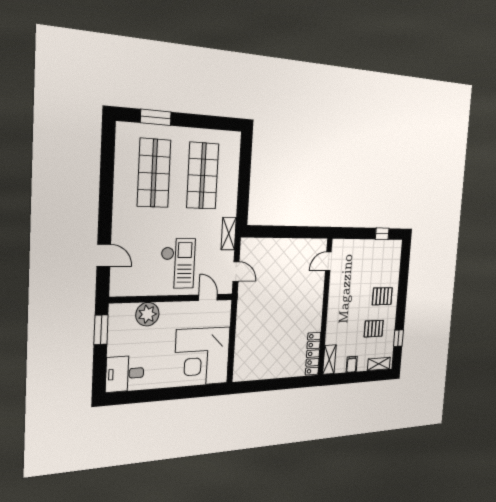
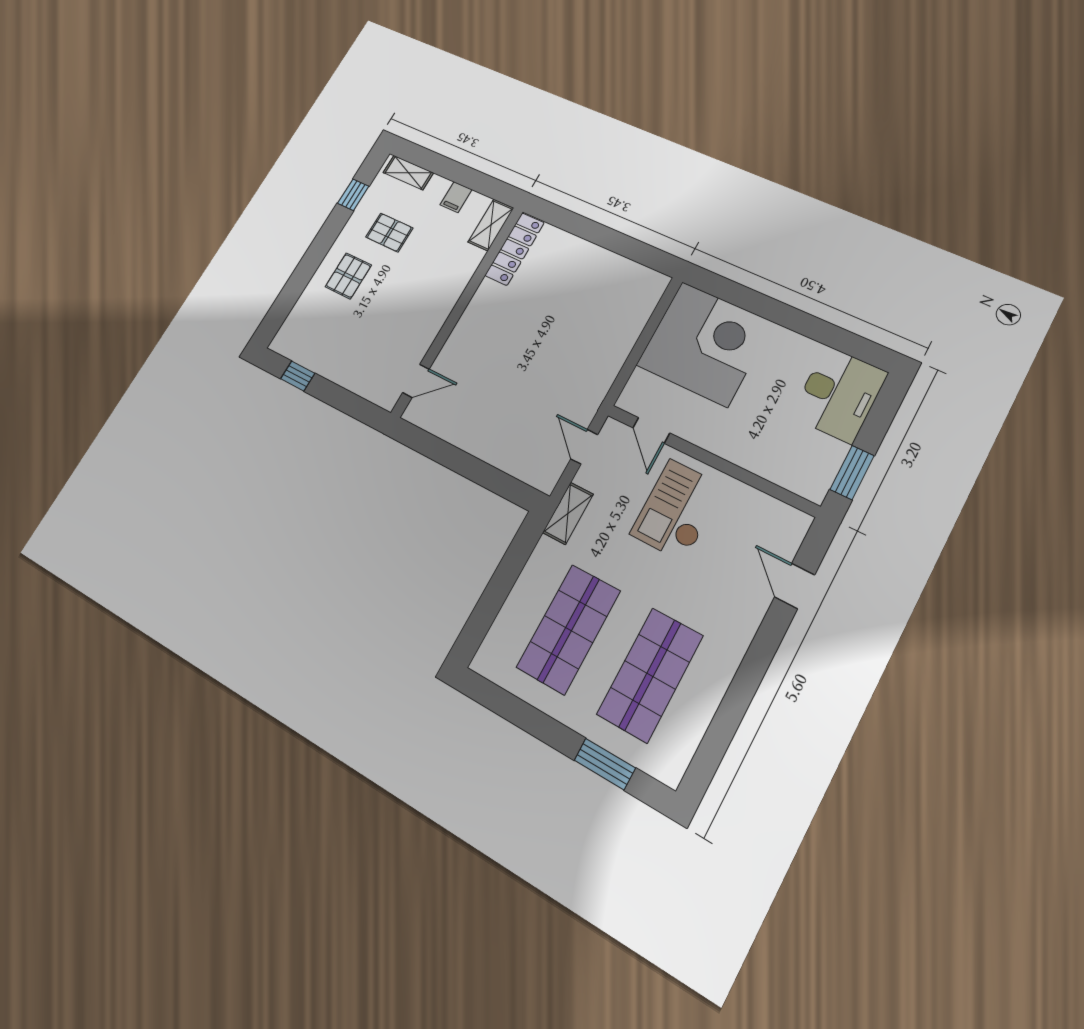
pallet: (382, 296) -> (348, 276), turned 90
plant: (147, 314) -> (765, 457), removed
desk: (125, 374) -> (839, 394), width x1.37

